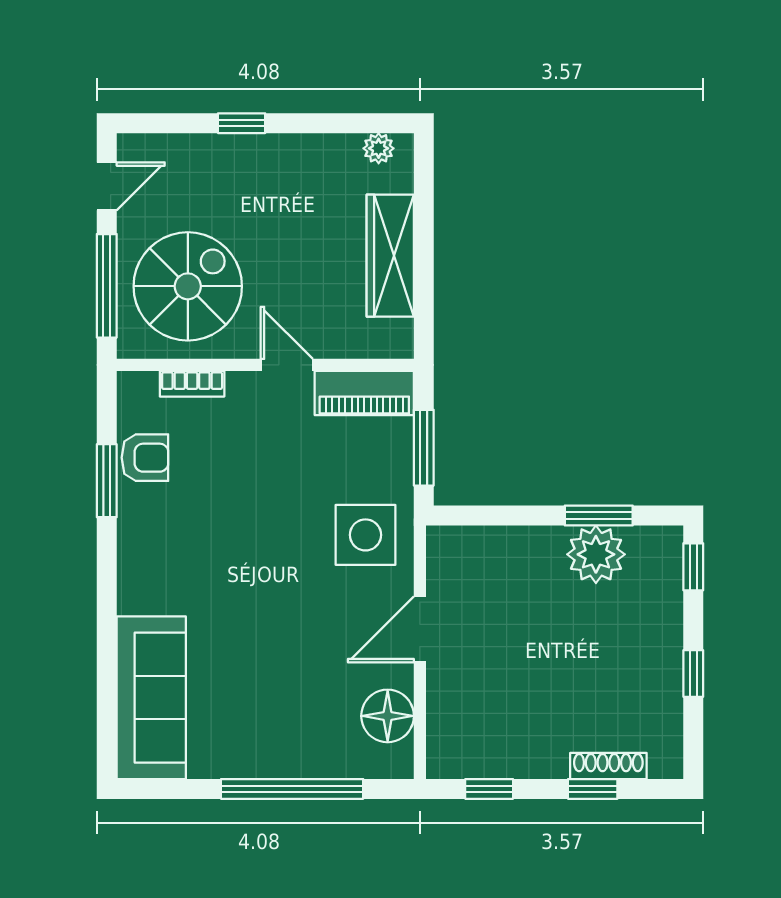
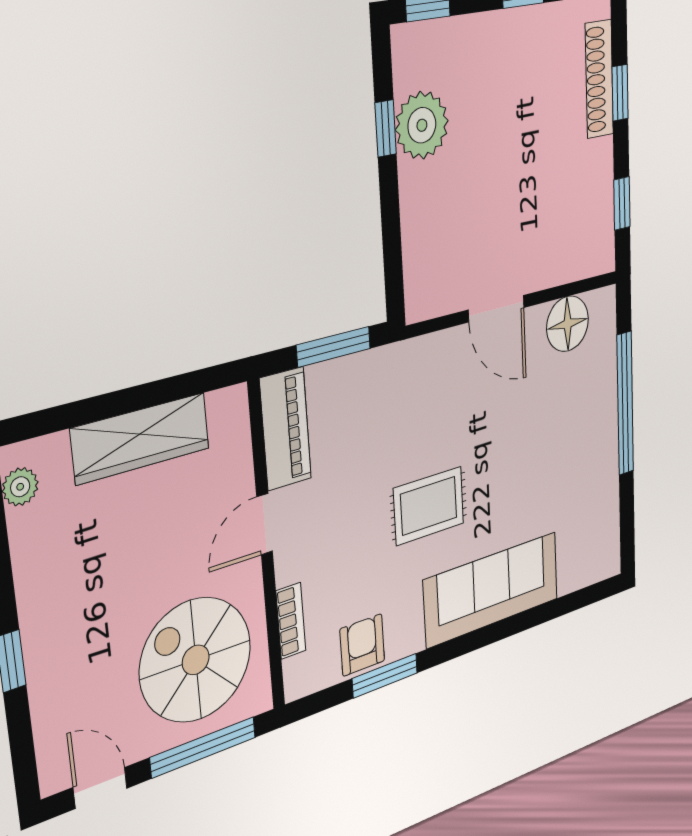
window: (599, 515) -> (386, 128), width x0.67
side table: (365, 535) -> (418, 390), removed
rug: (255, 541) -> (429, 506), added
sofa: (151, 698) -> (492, 590), moved
shoe rack: (608, 766) -> (599, 79), width x1.36, depth x1.24

